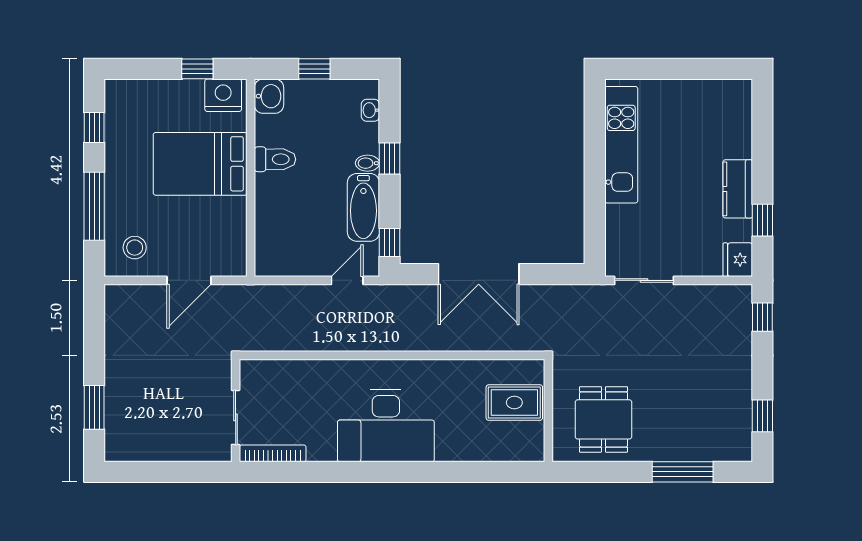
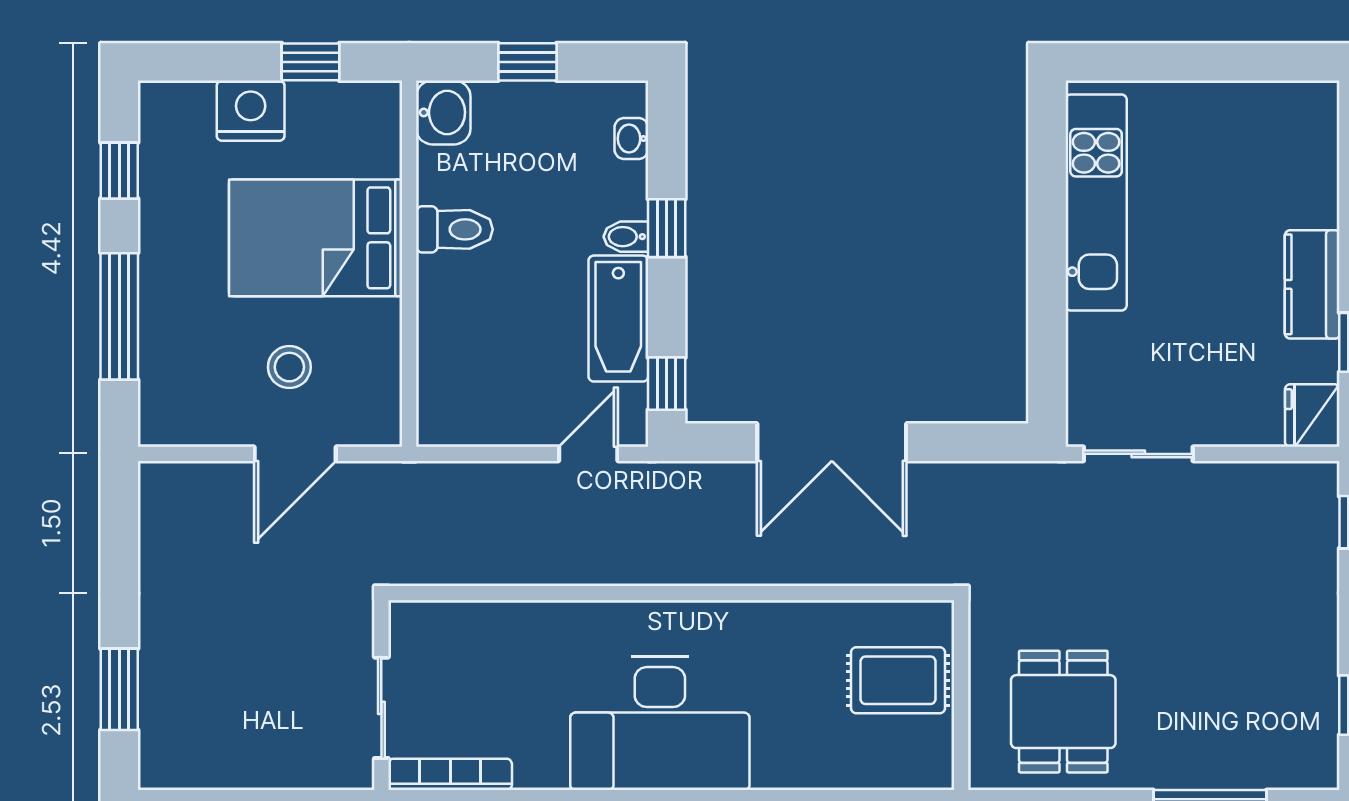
nightstand: (223, 95) -> (251, 111), moved
stool: (135, 248) -> (289, 367), moved

